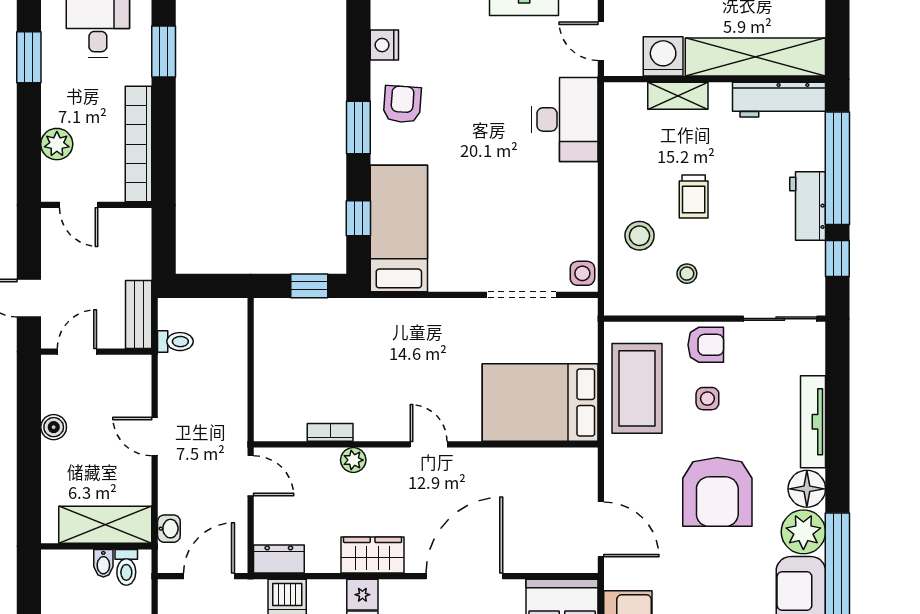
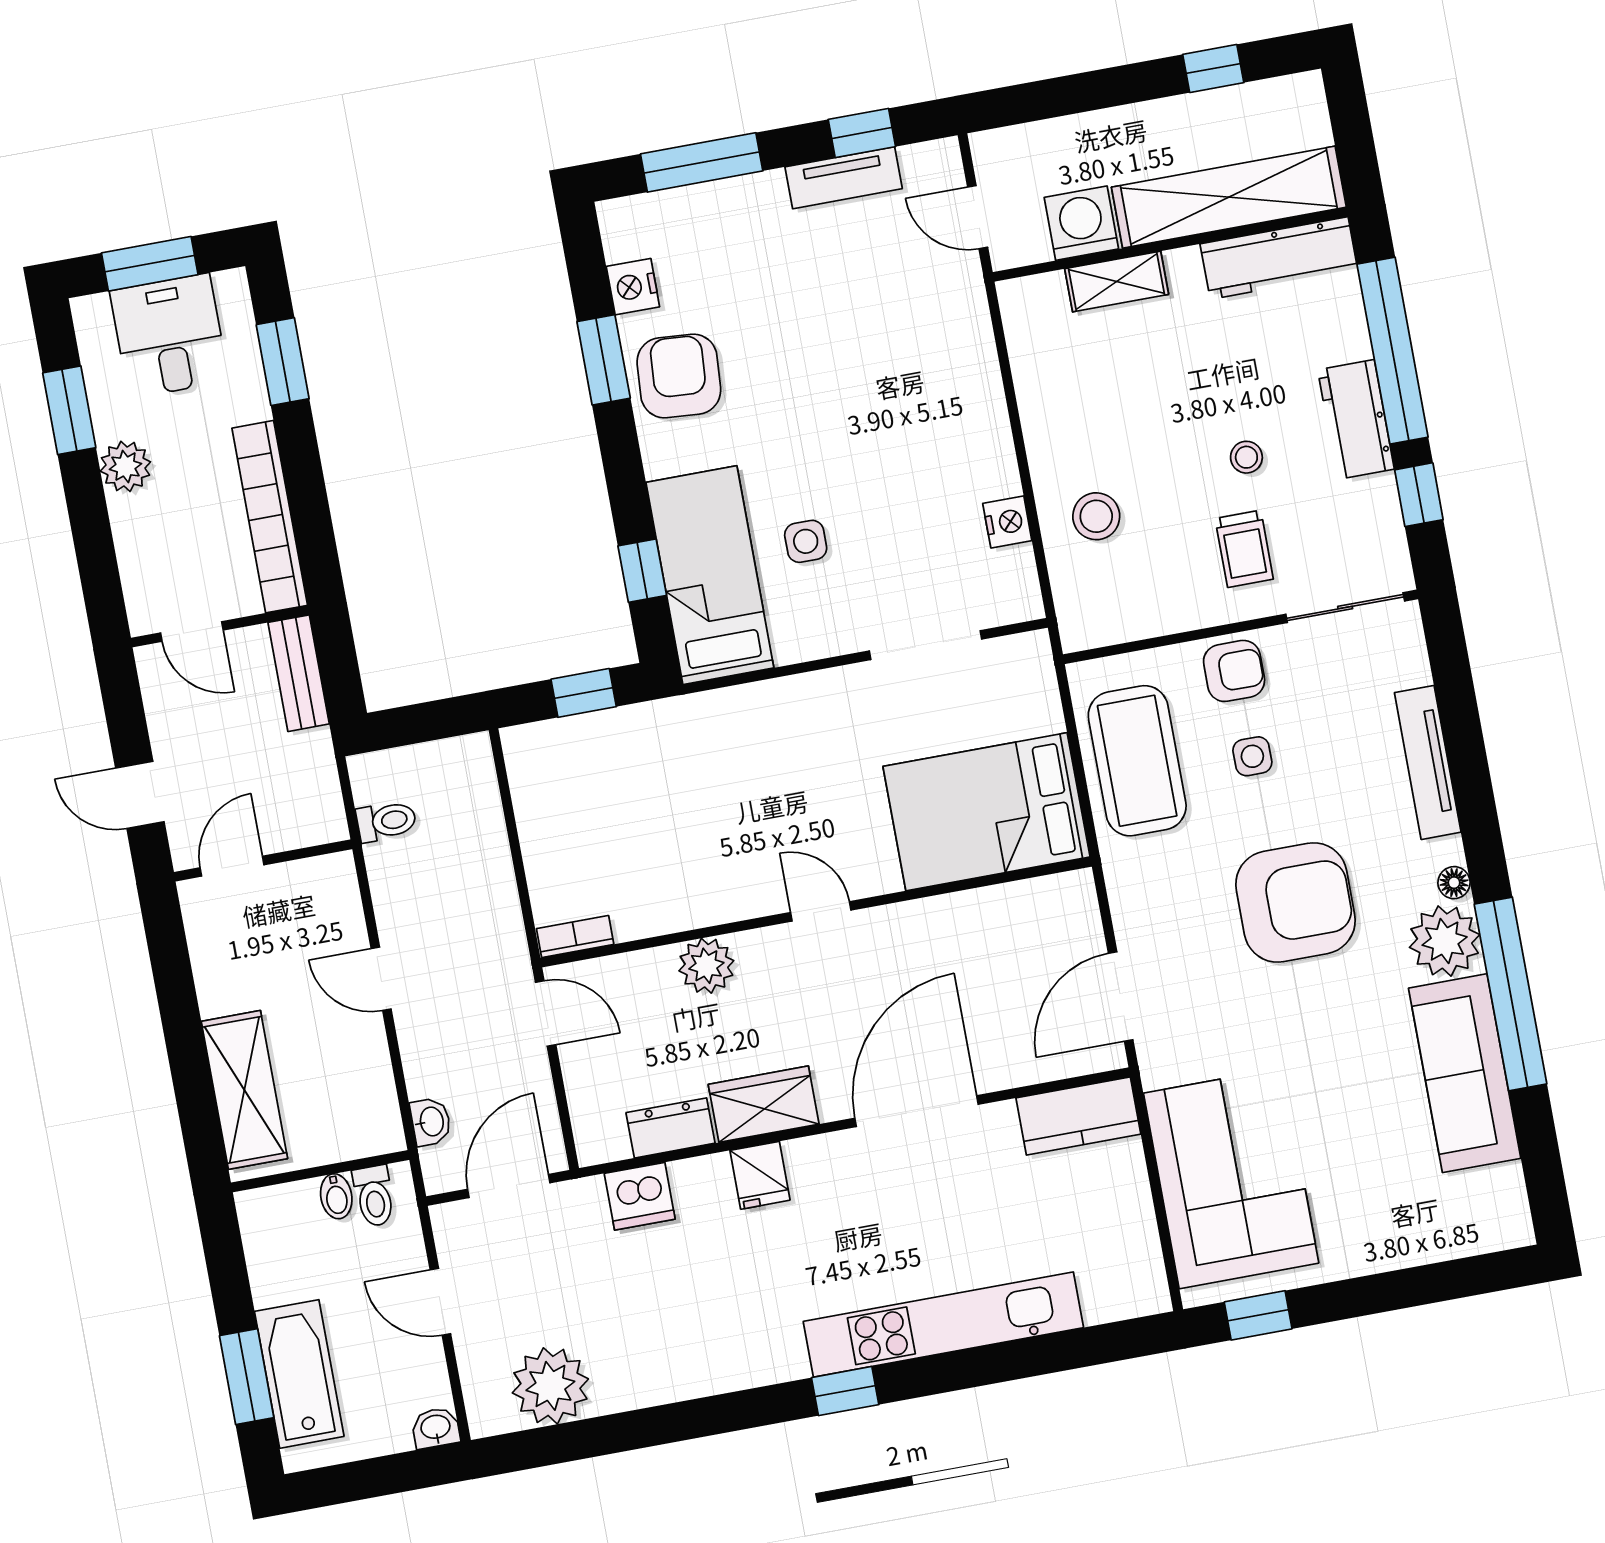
armchair: (402, 104) -> (679, 376), width x1.38, depth x1.38
desk: (565, 119) -> (943, 353), removed
window: (358, 128) -> (604, 360), moved
plant: (57, 144) -> (125, 466), moved
trolley: (694, 197) -> (1244, 549), moved
nightstand: (585, 229) -> (1007, 522), added
side table: (582, 273) -> (806, 541), moved
stool: (687, 274) -> (1246, 457), moved
bench: (139, 315) -> (299, 673), moved
boiler: (54, 427) -> (217, 993), removed
bookcase: (330, 432) -> (575, 937), moved
plant: (353, 460) -> (706, 966), width x1.38, depth x1.38
floor lamp: (807, 489) -> (1454, 883), width x0.53, depth x0.53
armchair: (717, 492) -> (1295, 902), turned -90
shelving: (105, 525) -> (244, 1090), moved, turned 90
door: (601, 529) -> (1121, 996), swing flipped
dresser: (279, 559) -> (671, 1128), moved

